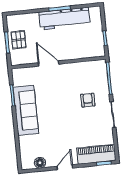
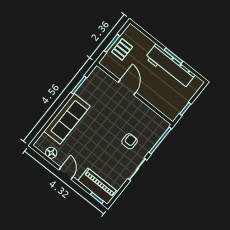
sofa: (26, 110) -> (67, 119), moved
door: (65, 167) -> (66, 173), hinge flipped

